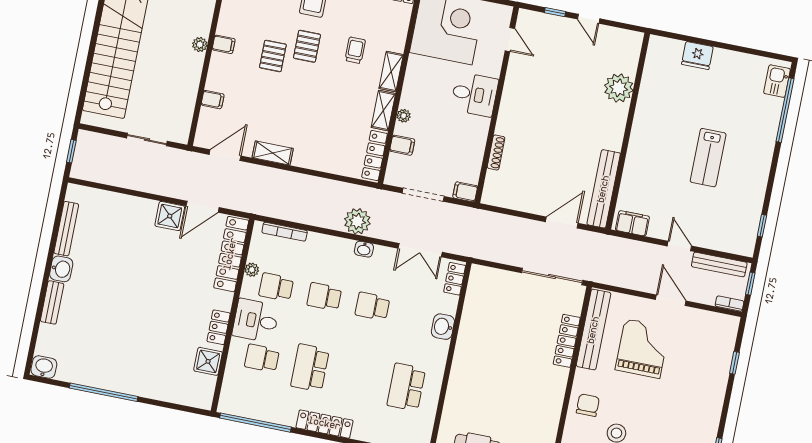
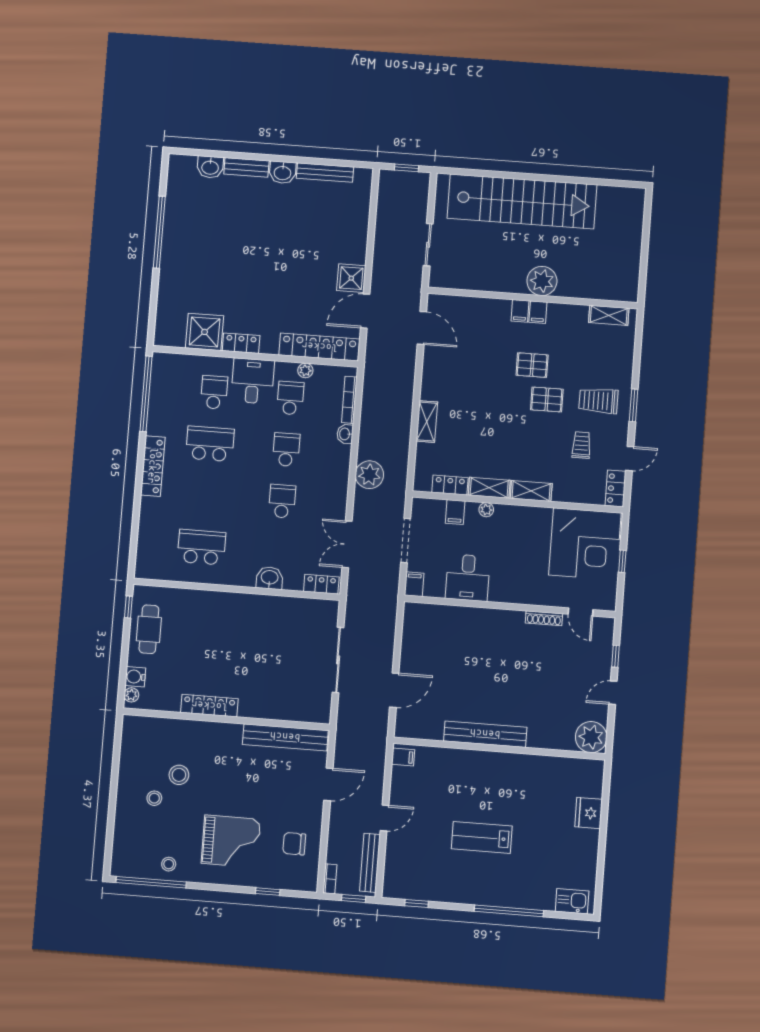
door: (510, 40) -> (581, 612), hinge flipped
plant: (200, 45) -> (542, 281), width x1.88, depth x1.88
trolley: (355, 50) -> (581, 445), moved, turned -90
plant: (619, 88) -> (591, 737), moved
desk: (474, 94) -> (468, 578), moved
filing cabinet: (213, 100) -> (520, 311), moved
window: (785, 110) -> (509, 911), moved
shoe rack: (496, 152) -> (544, 618), moved
shelving: (273, 153) -> (427, 422), moved
locker: (375, 155) -> (450, 485), width x0.66
bench: (604, 189) -> (485, 734), moved
door: (203, 207) -> (365, 311), hinge flipped
door: (562, 222) -> (394, 690), hinge flipped
filing cabinet: (632, 223) -> (403, 757), width x0.50
washbasin: (364, 249) -> (345, 434), moved
sliding door: (552, 277) -> (338, 660), moved
door: (671, 300) -> (328, 784), moved
locker: (567, 341) -> (209, 706), moved
grand piano: (642, 349) -> (231, 841), moved
shower: (208, 361) -> (205, 332), width x1.36, depth x1.36
washbasin: (44, 367) -> (210, 167), moved, turned 90
chair: (588, 405) -> (294, 844), moved, turned 180

